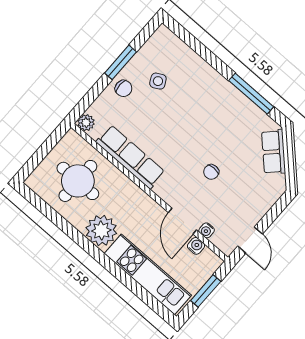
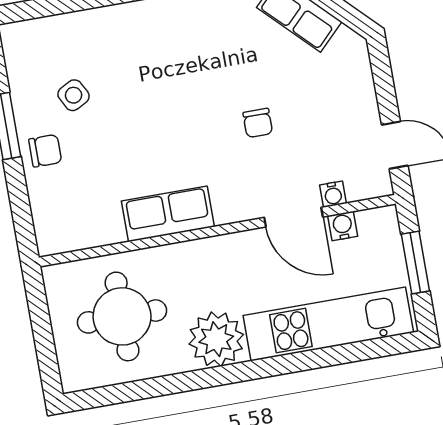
plant: (86, 123) -> (51, 240), removed
row of seats: (130, 157) -> (168, 214), width x0.68

